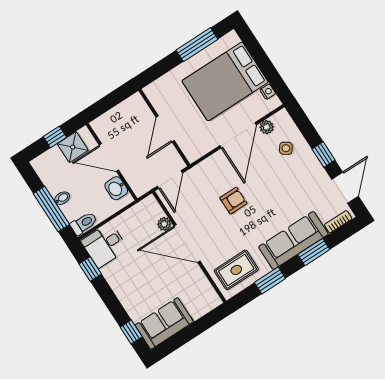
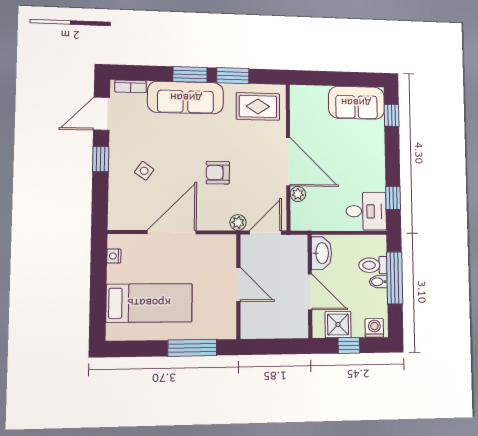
window: (197, 45) -> (192, 348), moved
bed: (225, 81) -> (149, 303), width x0.67
plant: (267, 127) -> (238, 222), moved
door: (165, 129) -> (238, 284), hinge flipped
side table: (286, 148) -> (144, 171), moved
washing machine: (44, 162) -> (374, 328), added
washbasin: (116, 188) -> (322, 253), width x1.38
toilet: (84, 223) -> (373, 265), moved
window: (314, 252) -> (190, 74), moved

